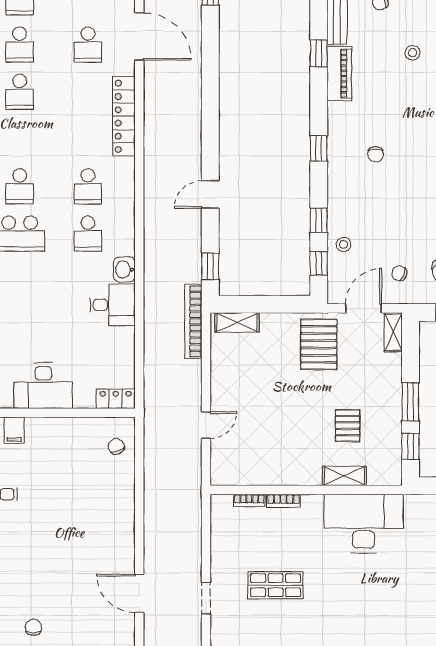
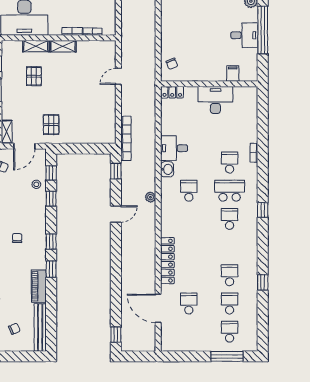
window: (319, 53) -> (51, 269), moved
school desk: (88, 186) -> (230, 163), moved
plant: (152, 223) -> (150, 197), added
shelving: (237, 322) -> (63, 46), moved
pallet: (319, 344) -> (51, 125), width x0.67, depth x0.71

